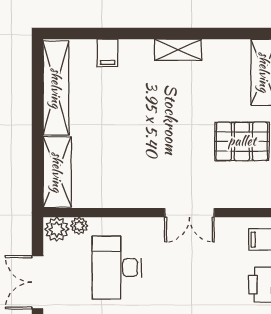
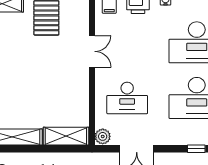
plant: (79, 226) -> (100, 122), removed

